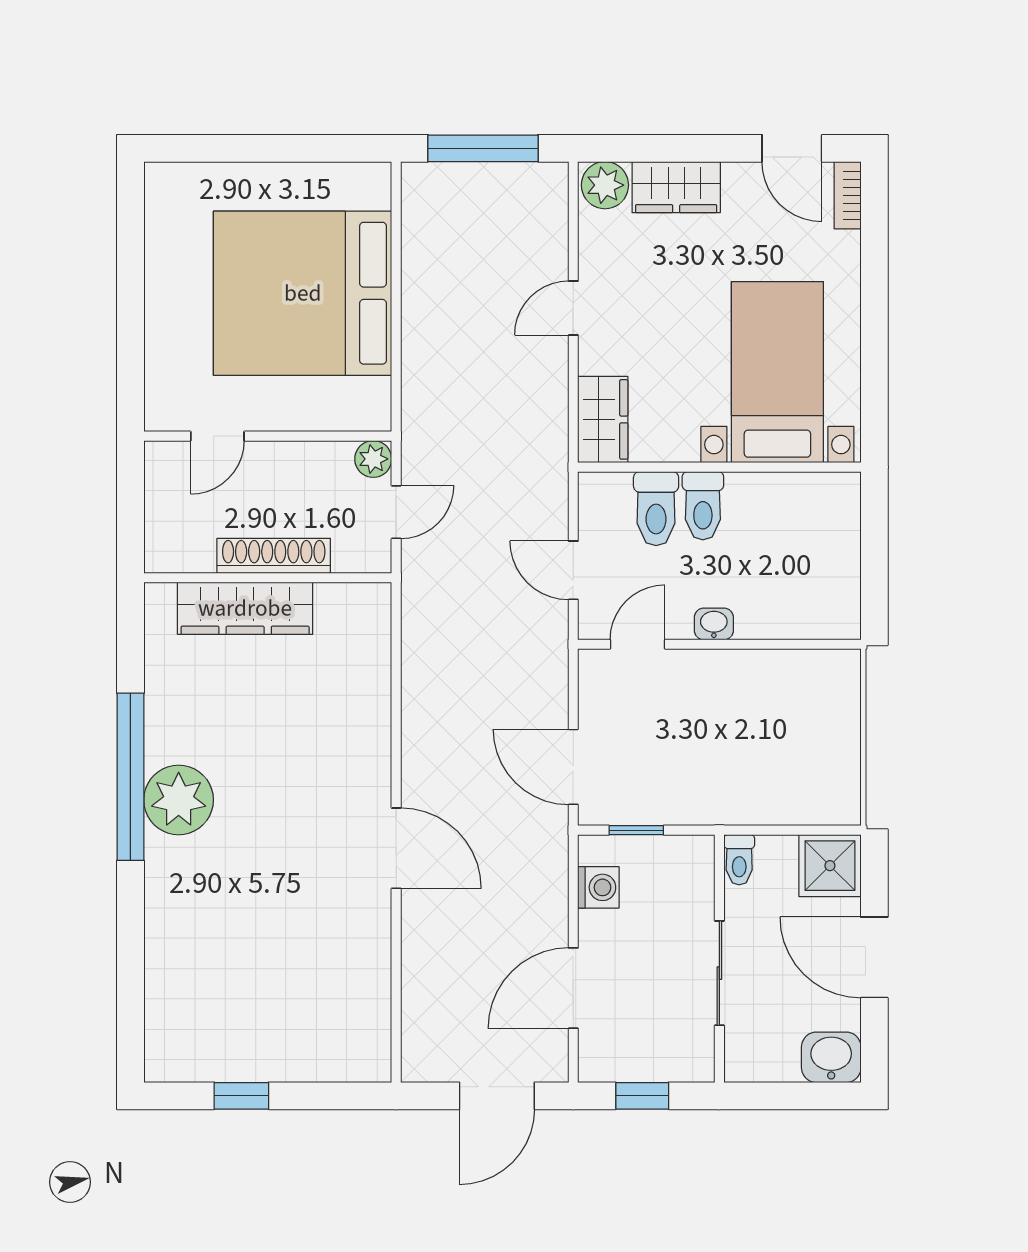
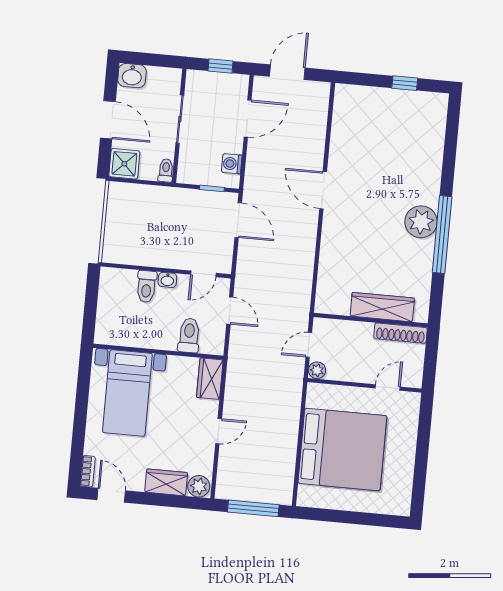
toilet: (703, 506) -> (146, 286), moved, turned 180
shoe rack: (274, 556) -> (401, 333), moved

